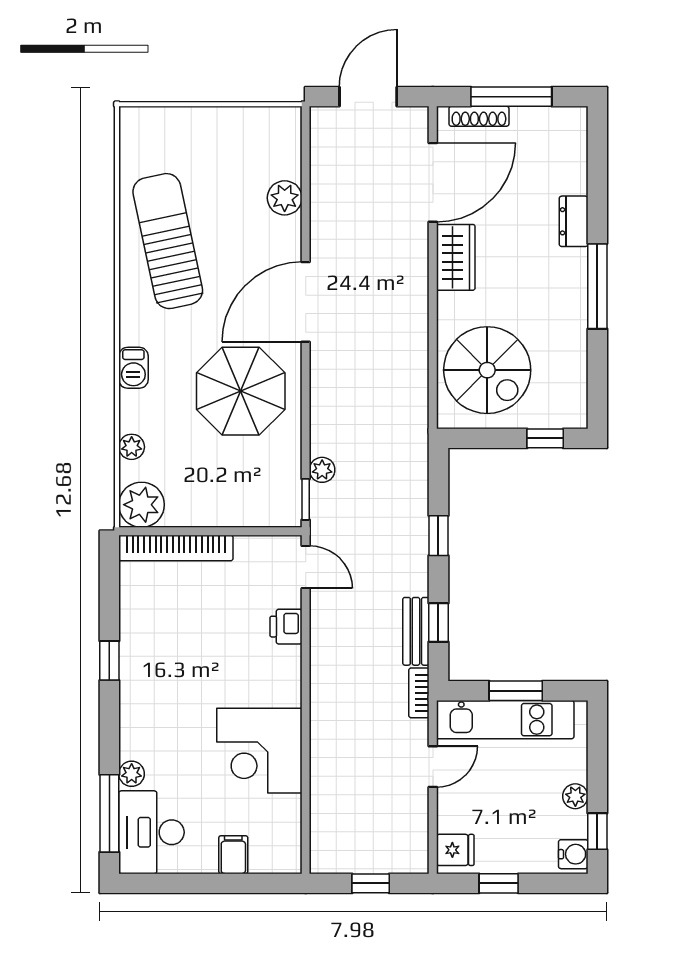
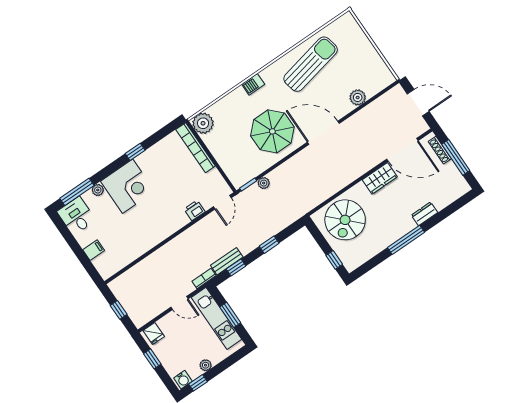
plant: (132, 447) -> (223, 104), removed
corner desk: (259, 751) -> (128, 186), moved, turned 180
desk: (151, 832) -> (76, 216), width x0.73

